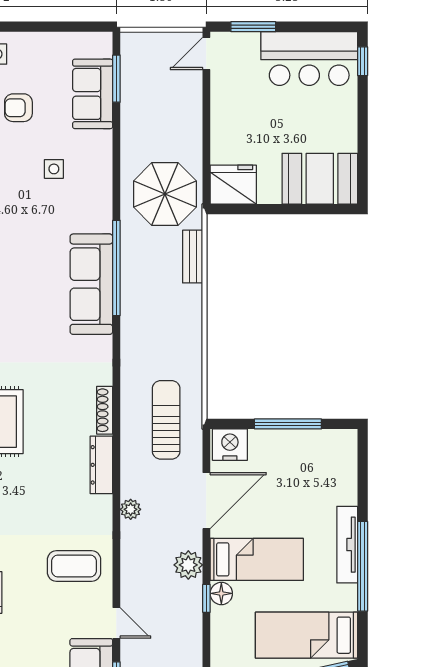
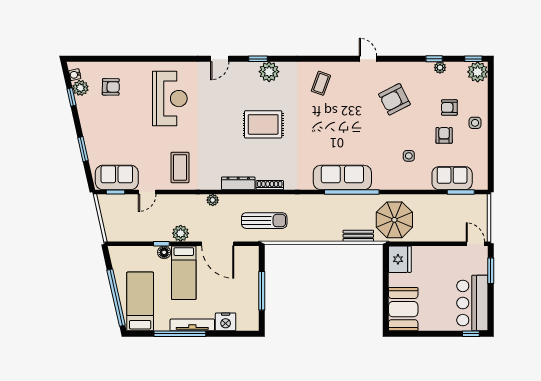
nightstand: (230, 445) -> (226, 322), moved, turned 90

